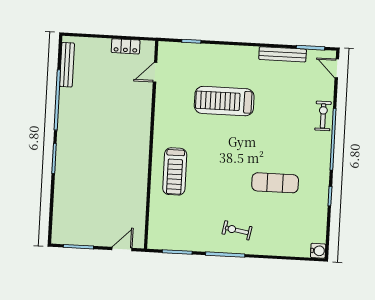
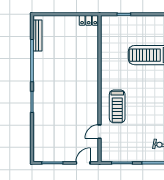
locker: (126, 46) -> (89, 20), moved
door: (155, 72) -> (100, 132), moved

